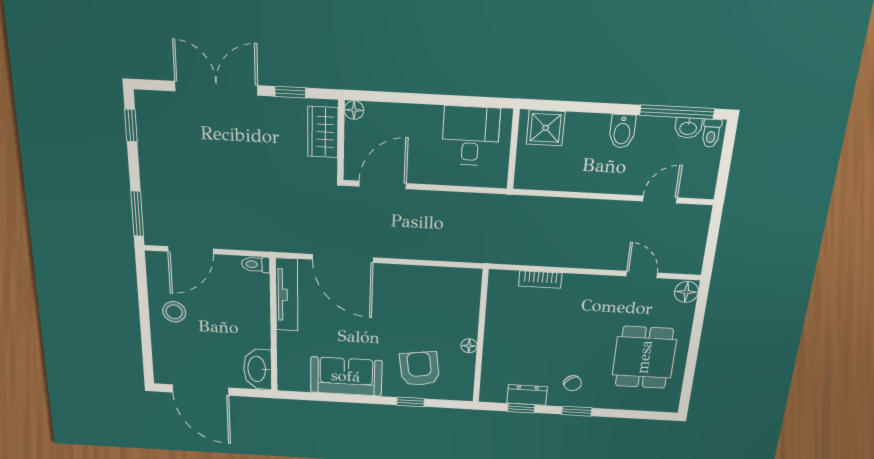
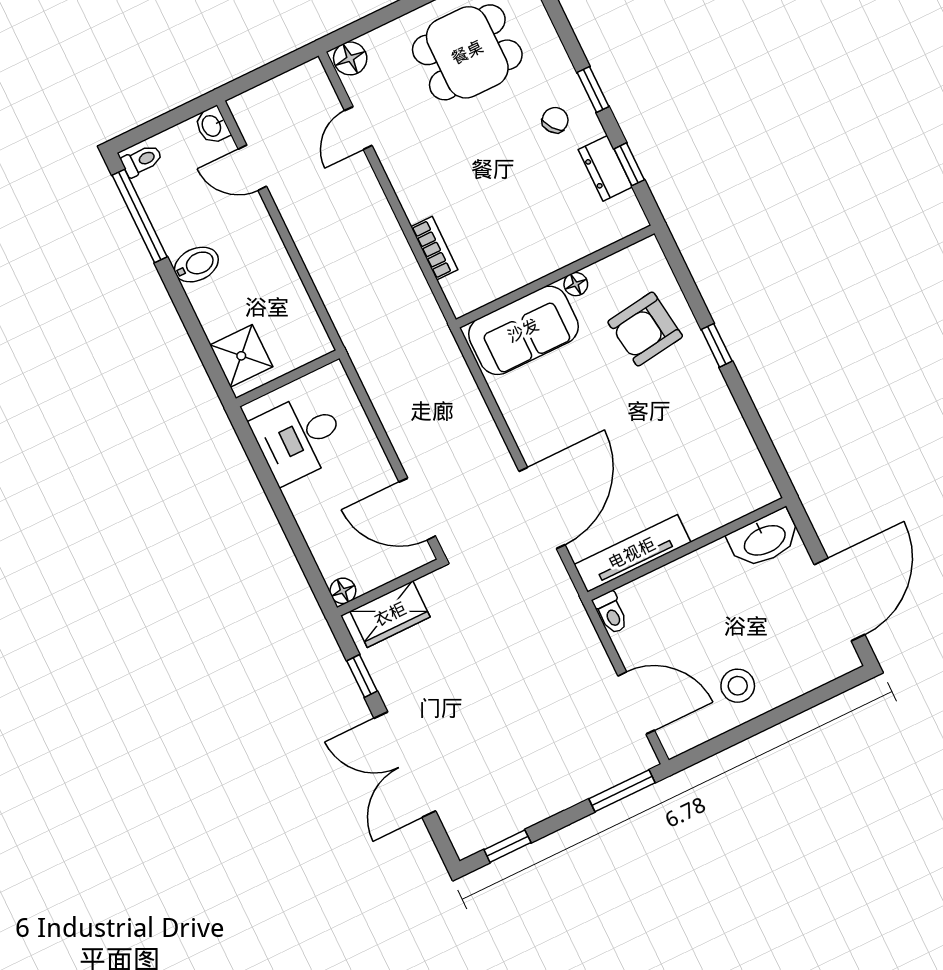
washbasin: (688, 128) -> (212, 126), moved, turned 180
sofa: (346, 376) -> (523, 330), moved, turned -90
window: (411, 402) -> (717, 345), moved

